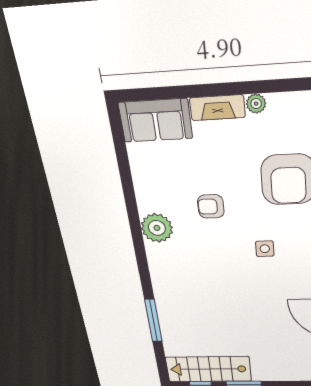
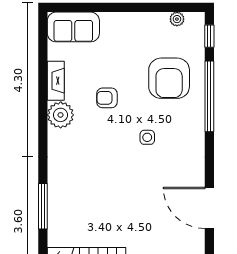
plant: (256, 104) -> (177, 19), moved
fireplace: (217, 108) -> (56, 81), moved, turned -90

